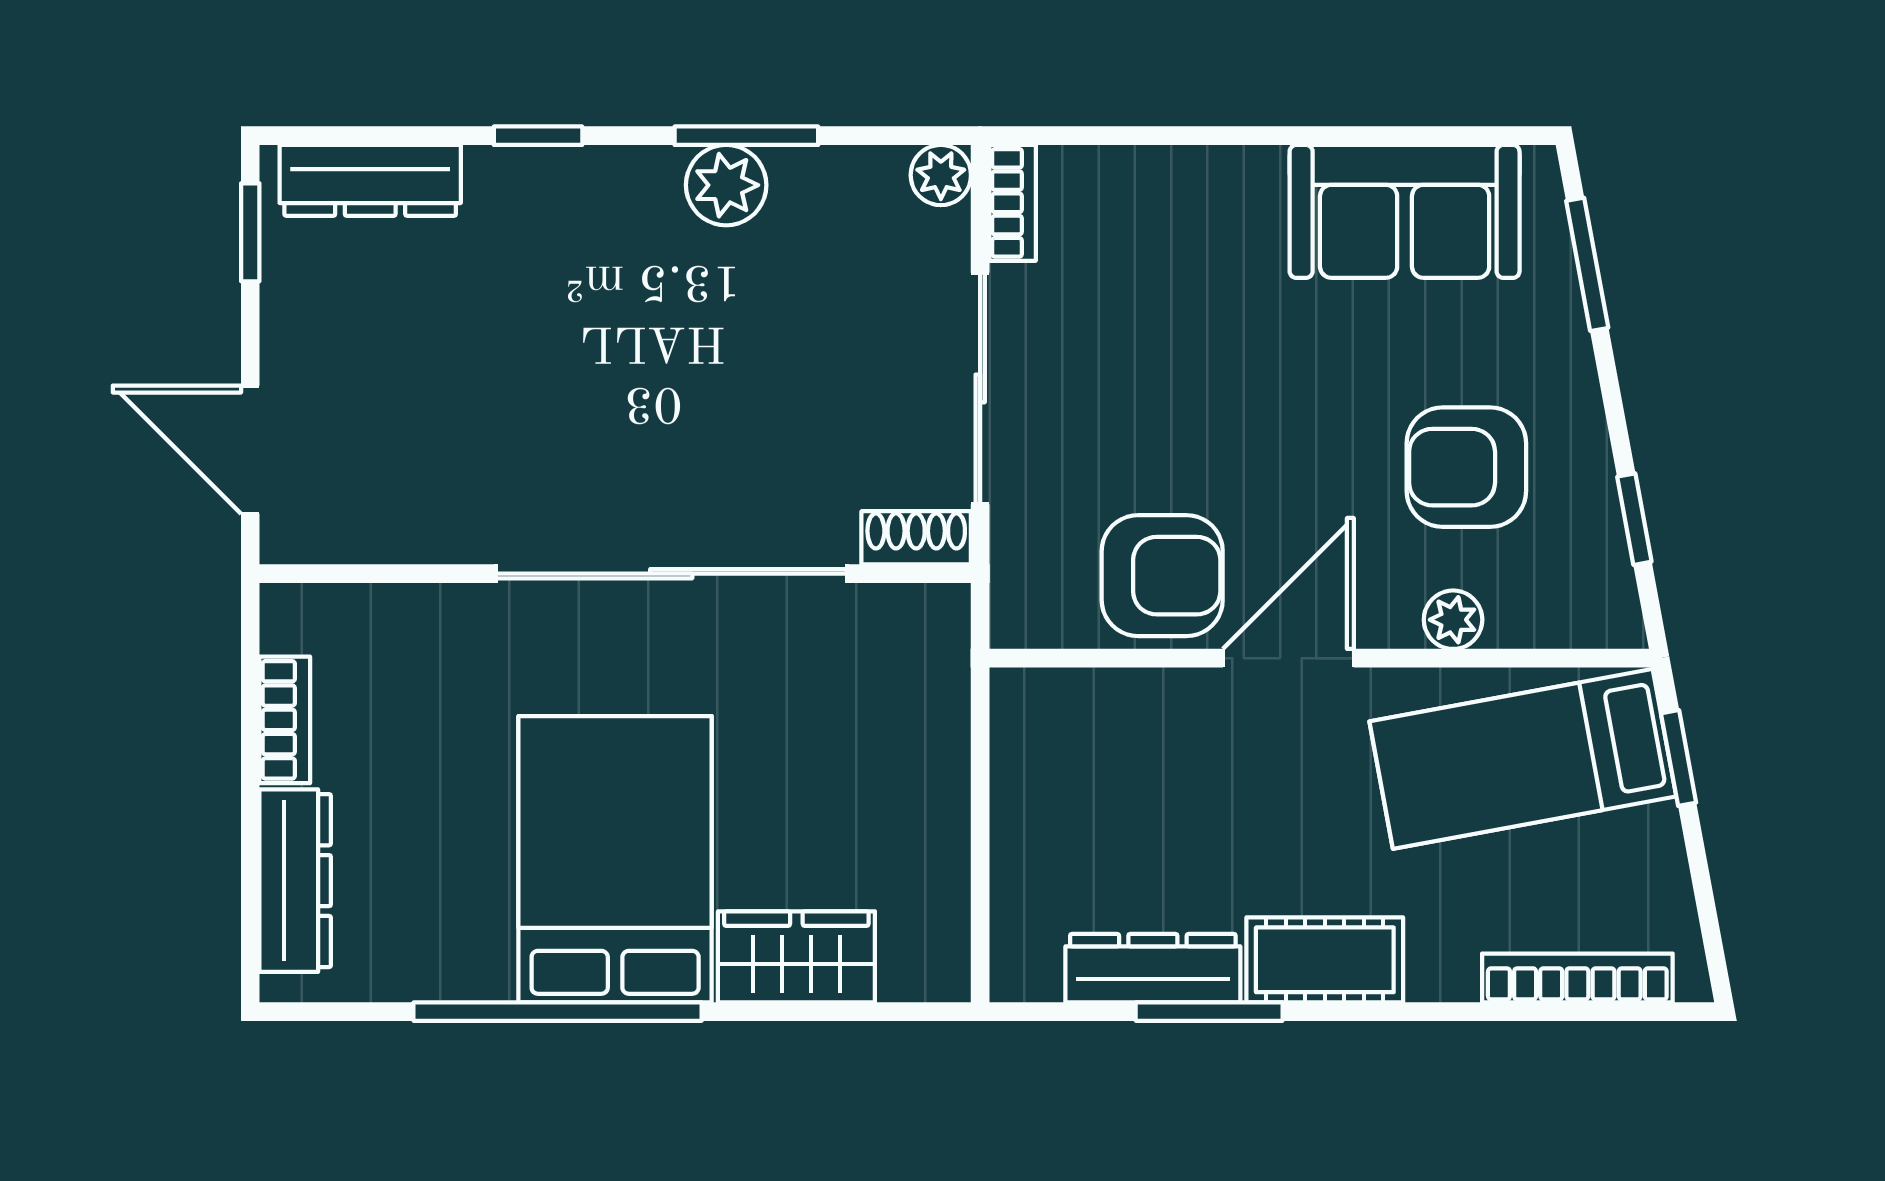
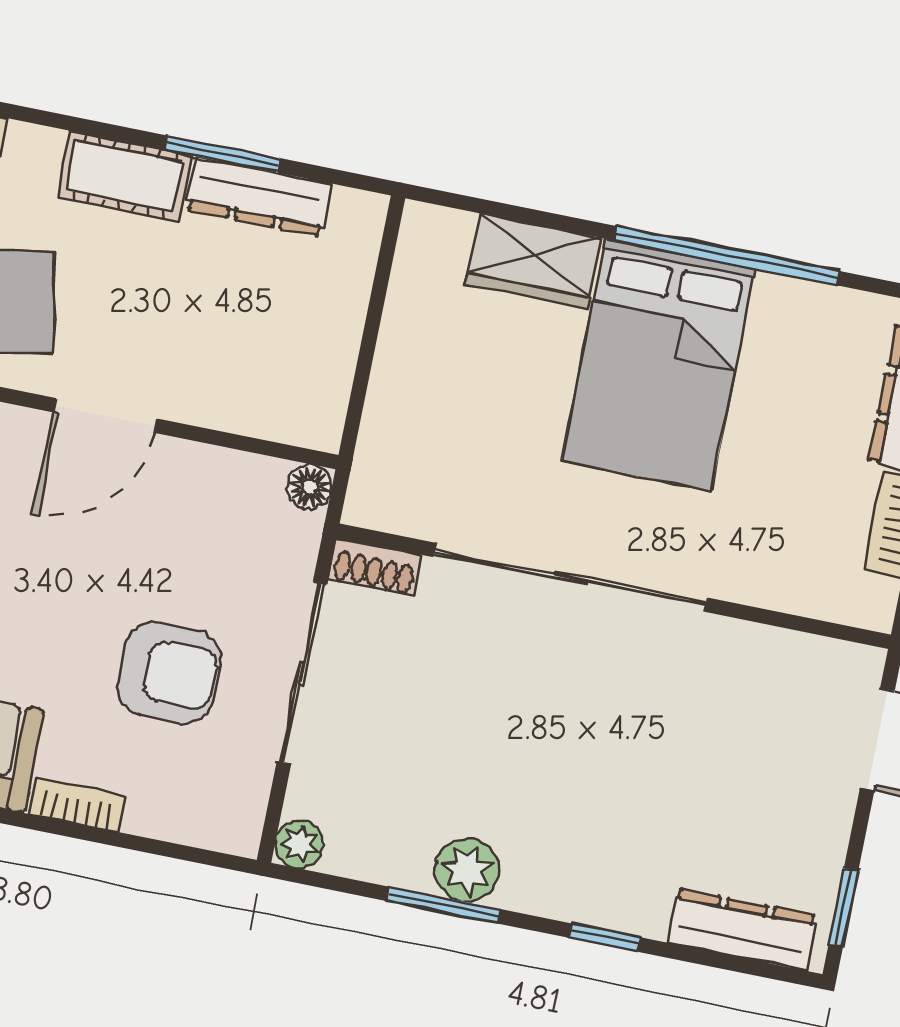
bookcase: (1013, 203) -> (77, 805), moved, turned 90
armchair: (1162, 576) -> (169, 673), moved, turned 180
floor lamp: (1017, 621) -> (309, 487), added

